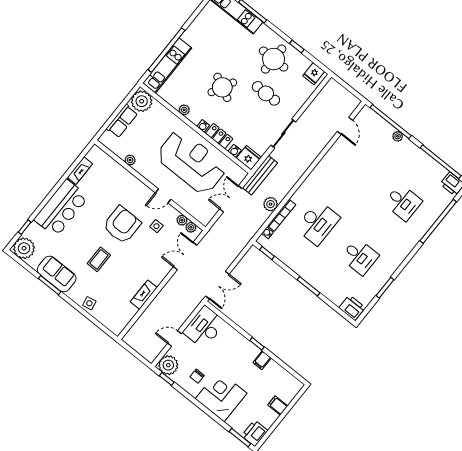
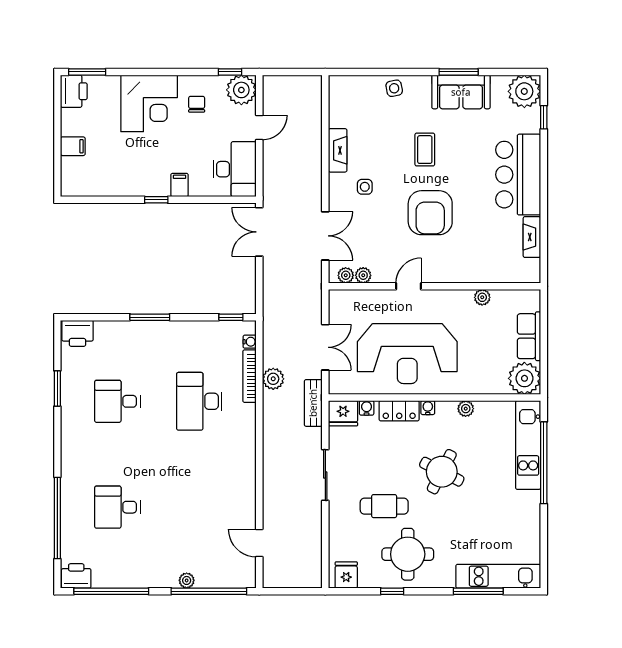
bench: (260, 175) -> (313, 403), width x0.73
side table: (156, 226) -> (365, 187), moved
filing cabinet: (262, 360) -> (180, 185), moved

